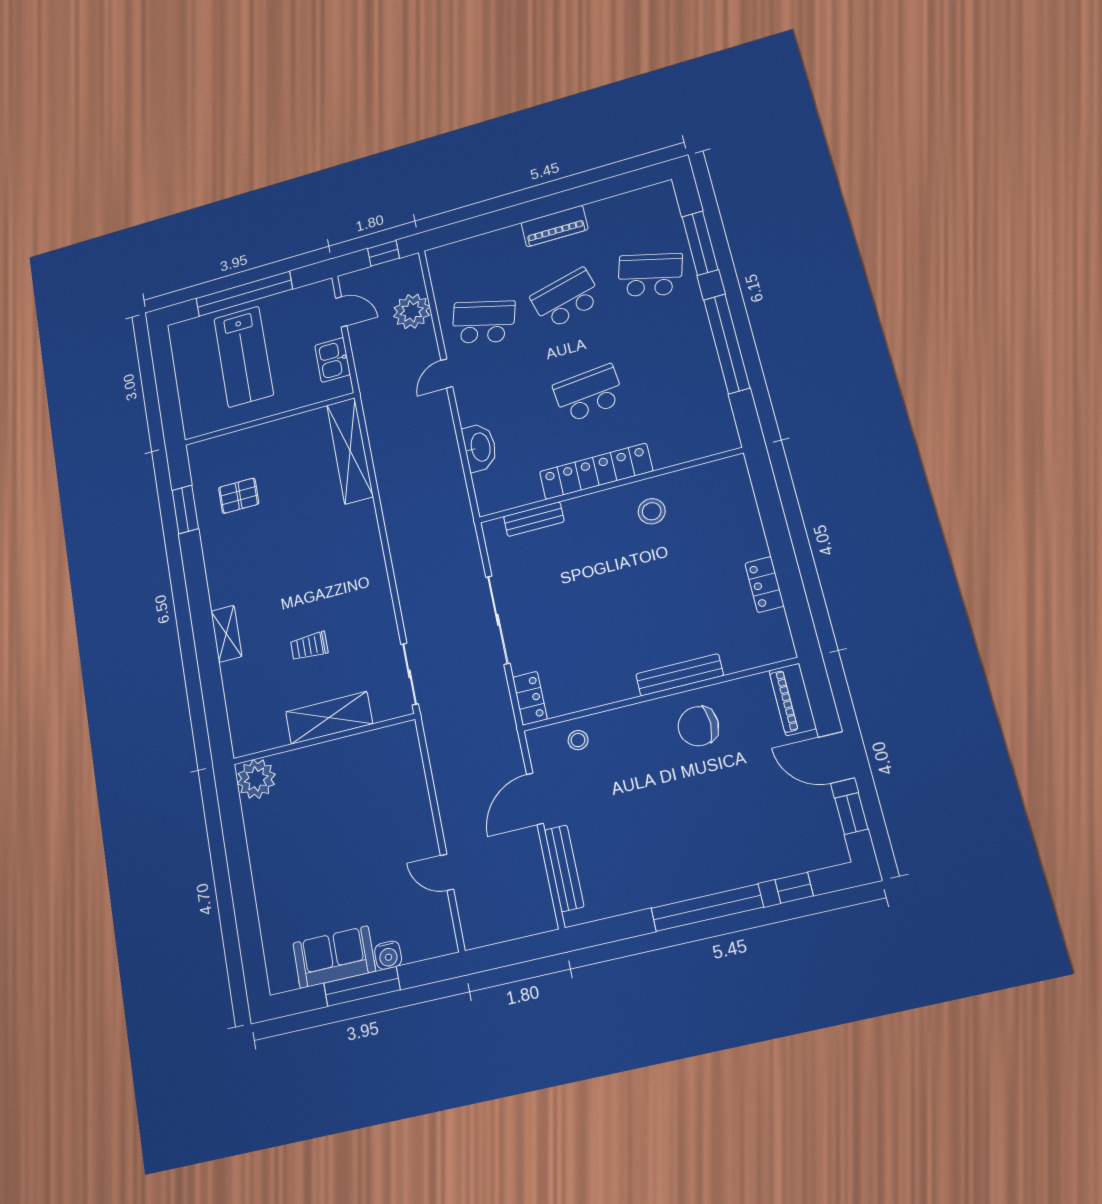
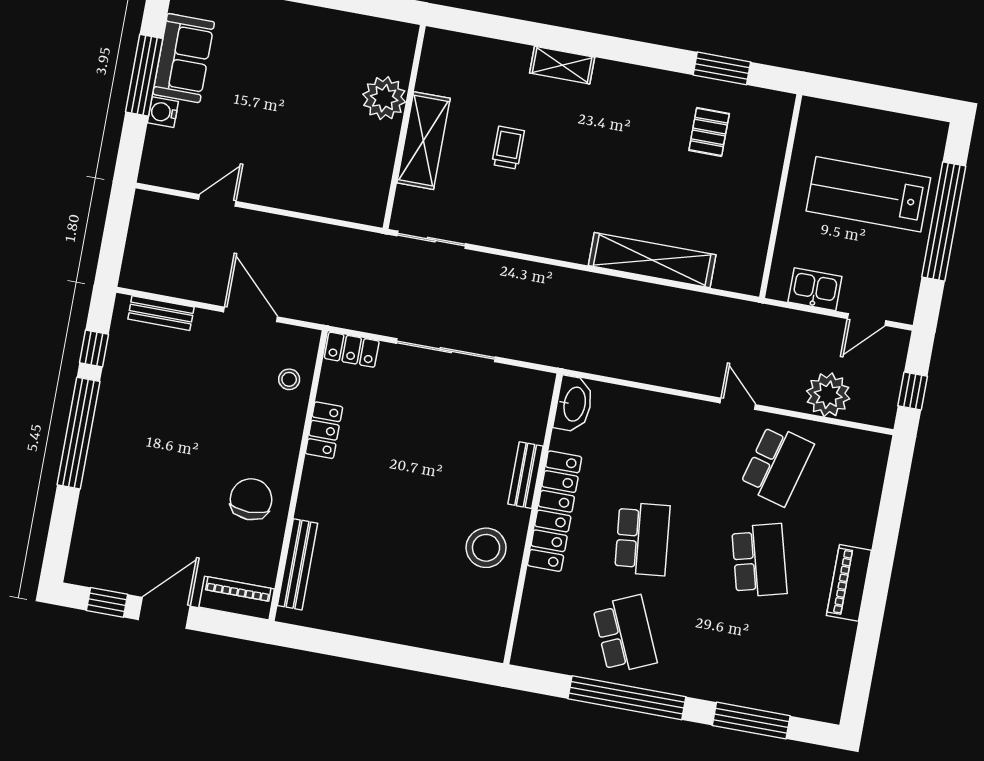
school desk: (650, 275) -> (625, 634), moved, turned -39
washbasin: (480, 447) -> (574, 404), moved, turned -90
shelving: (350, 451) -> (652, 260), moved
stool: (652, 511) -> (486, 548), width x1.38, depth x1.38
bench: (534, 519) -> (526, 475), moved
locker: (764, 585) -> (324, 430), moved, turned 90
bench: (680, 675) -> (298, 564), moved
plant: (256, 779) -> (384, 98), moved
bench: (564, 868) -> (161, 313), width x0.73
window: (794, 888) -> (94, 348), moved

